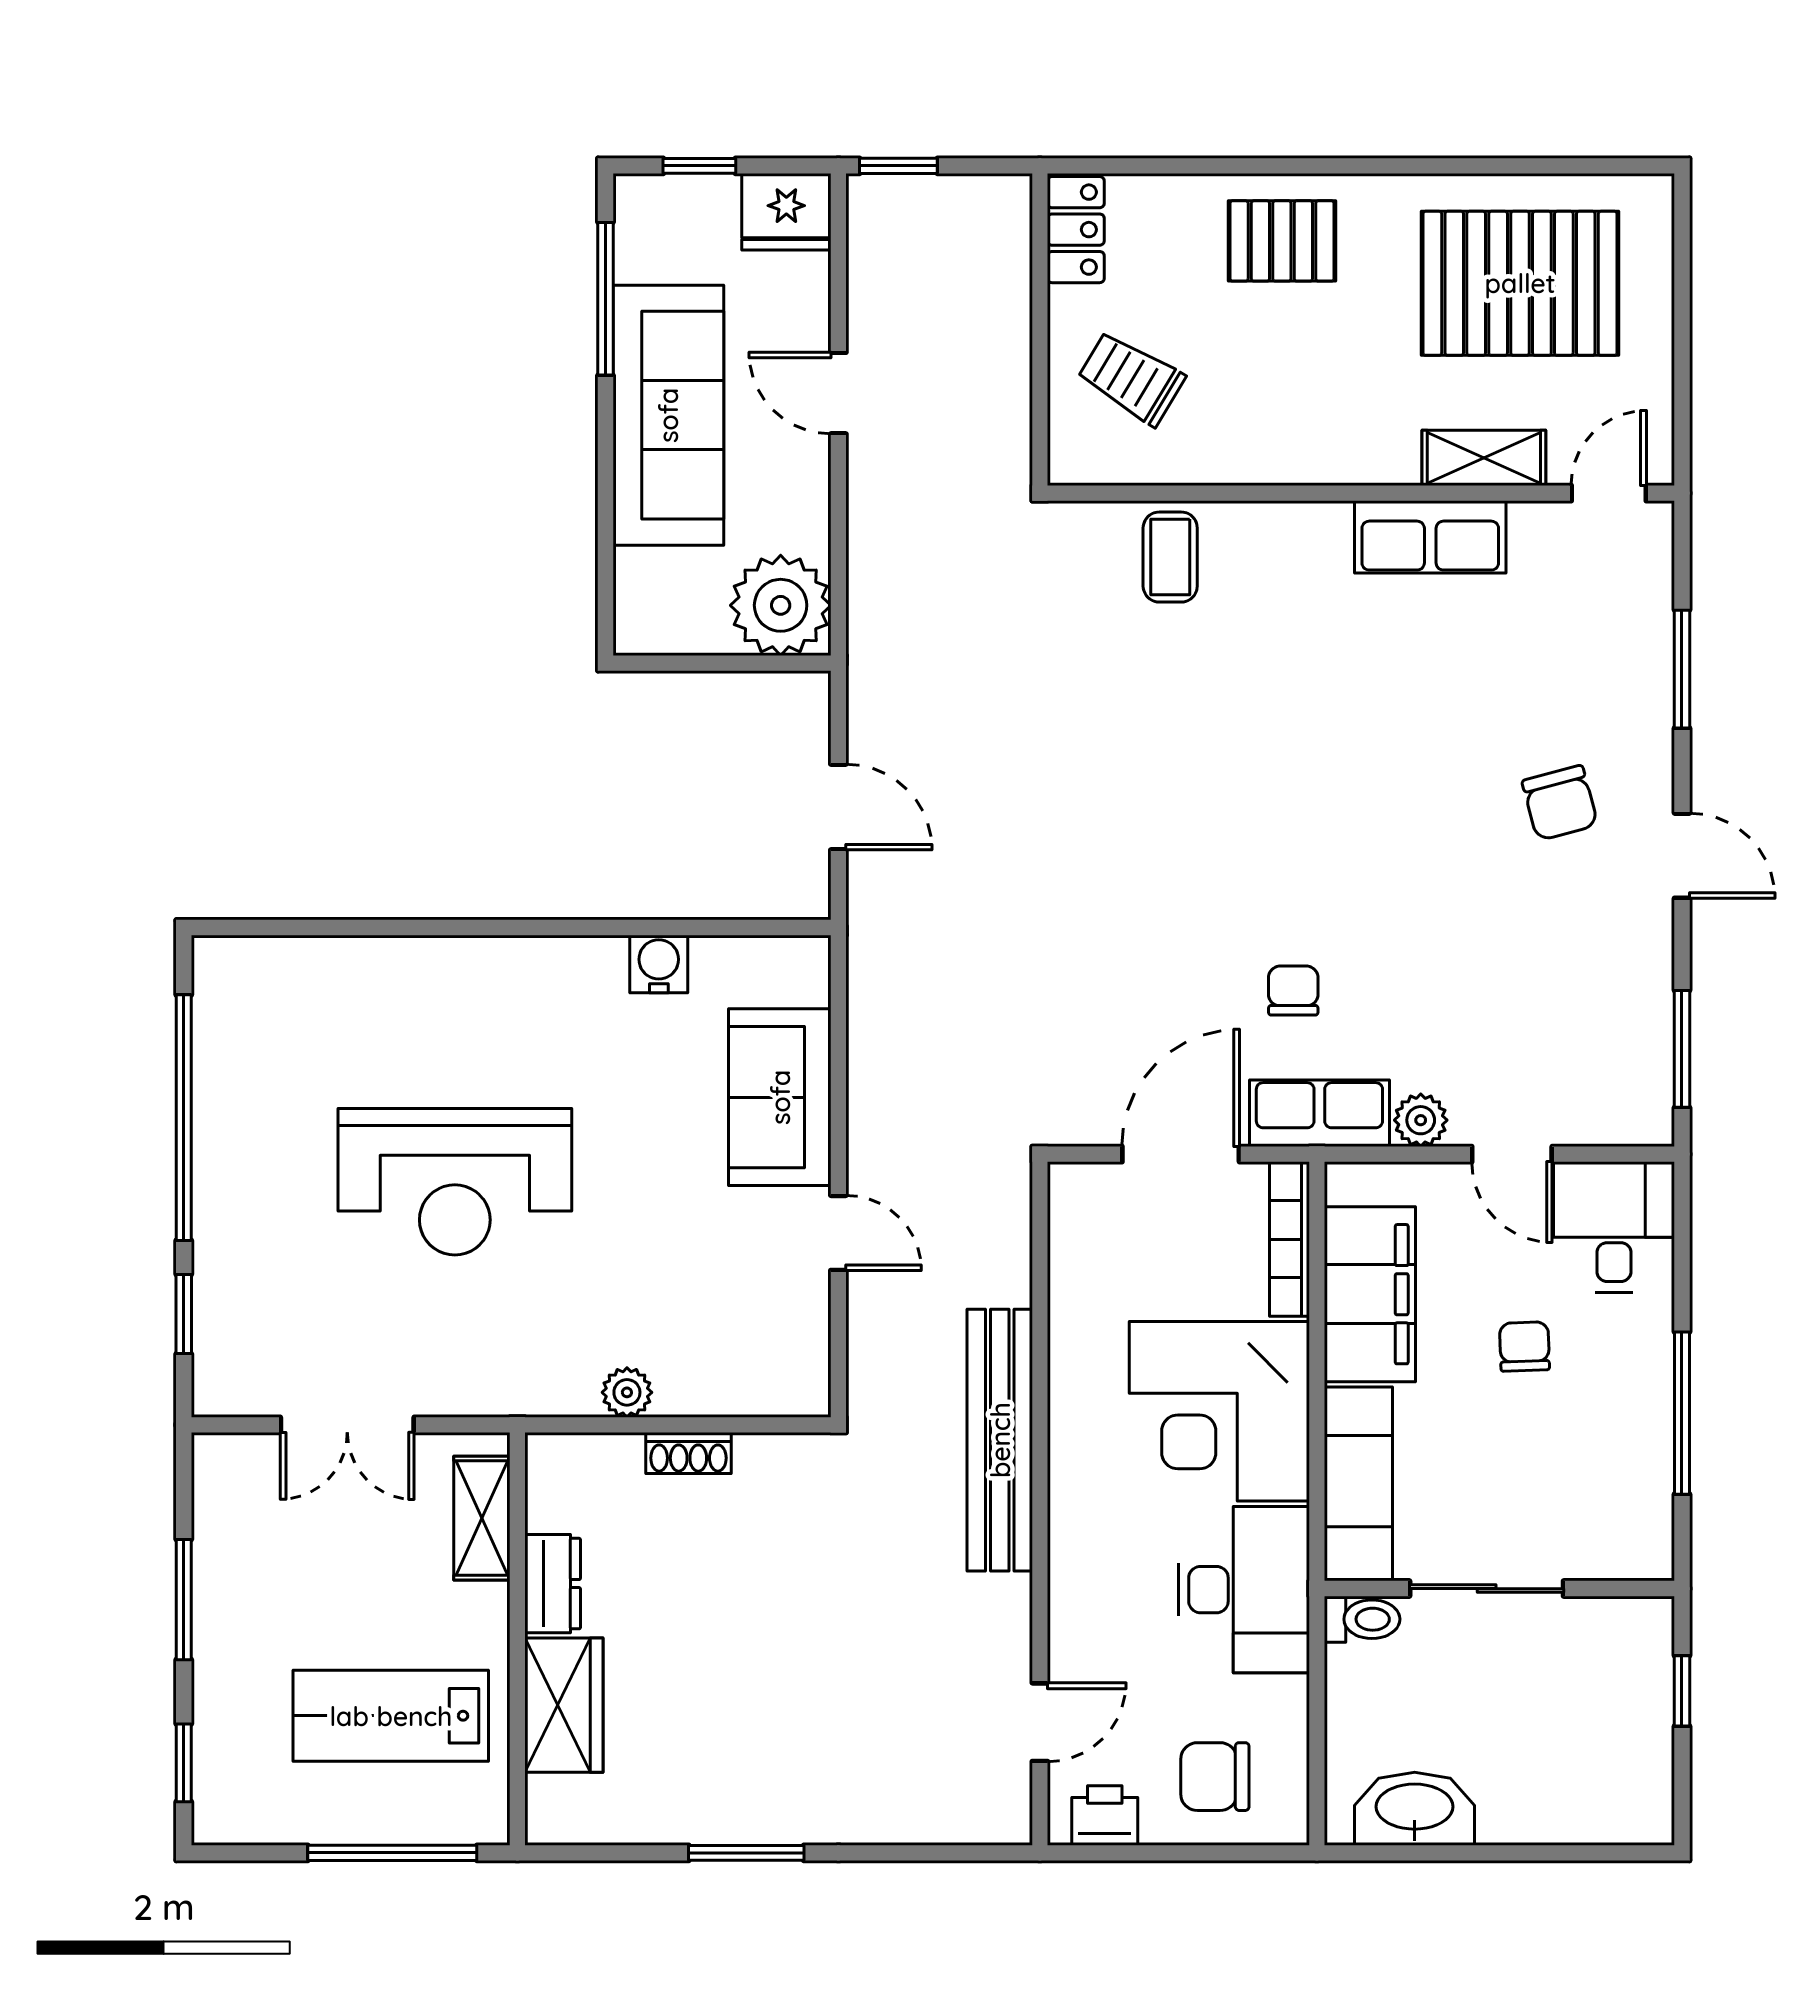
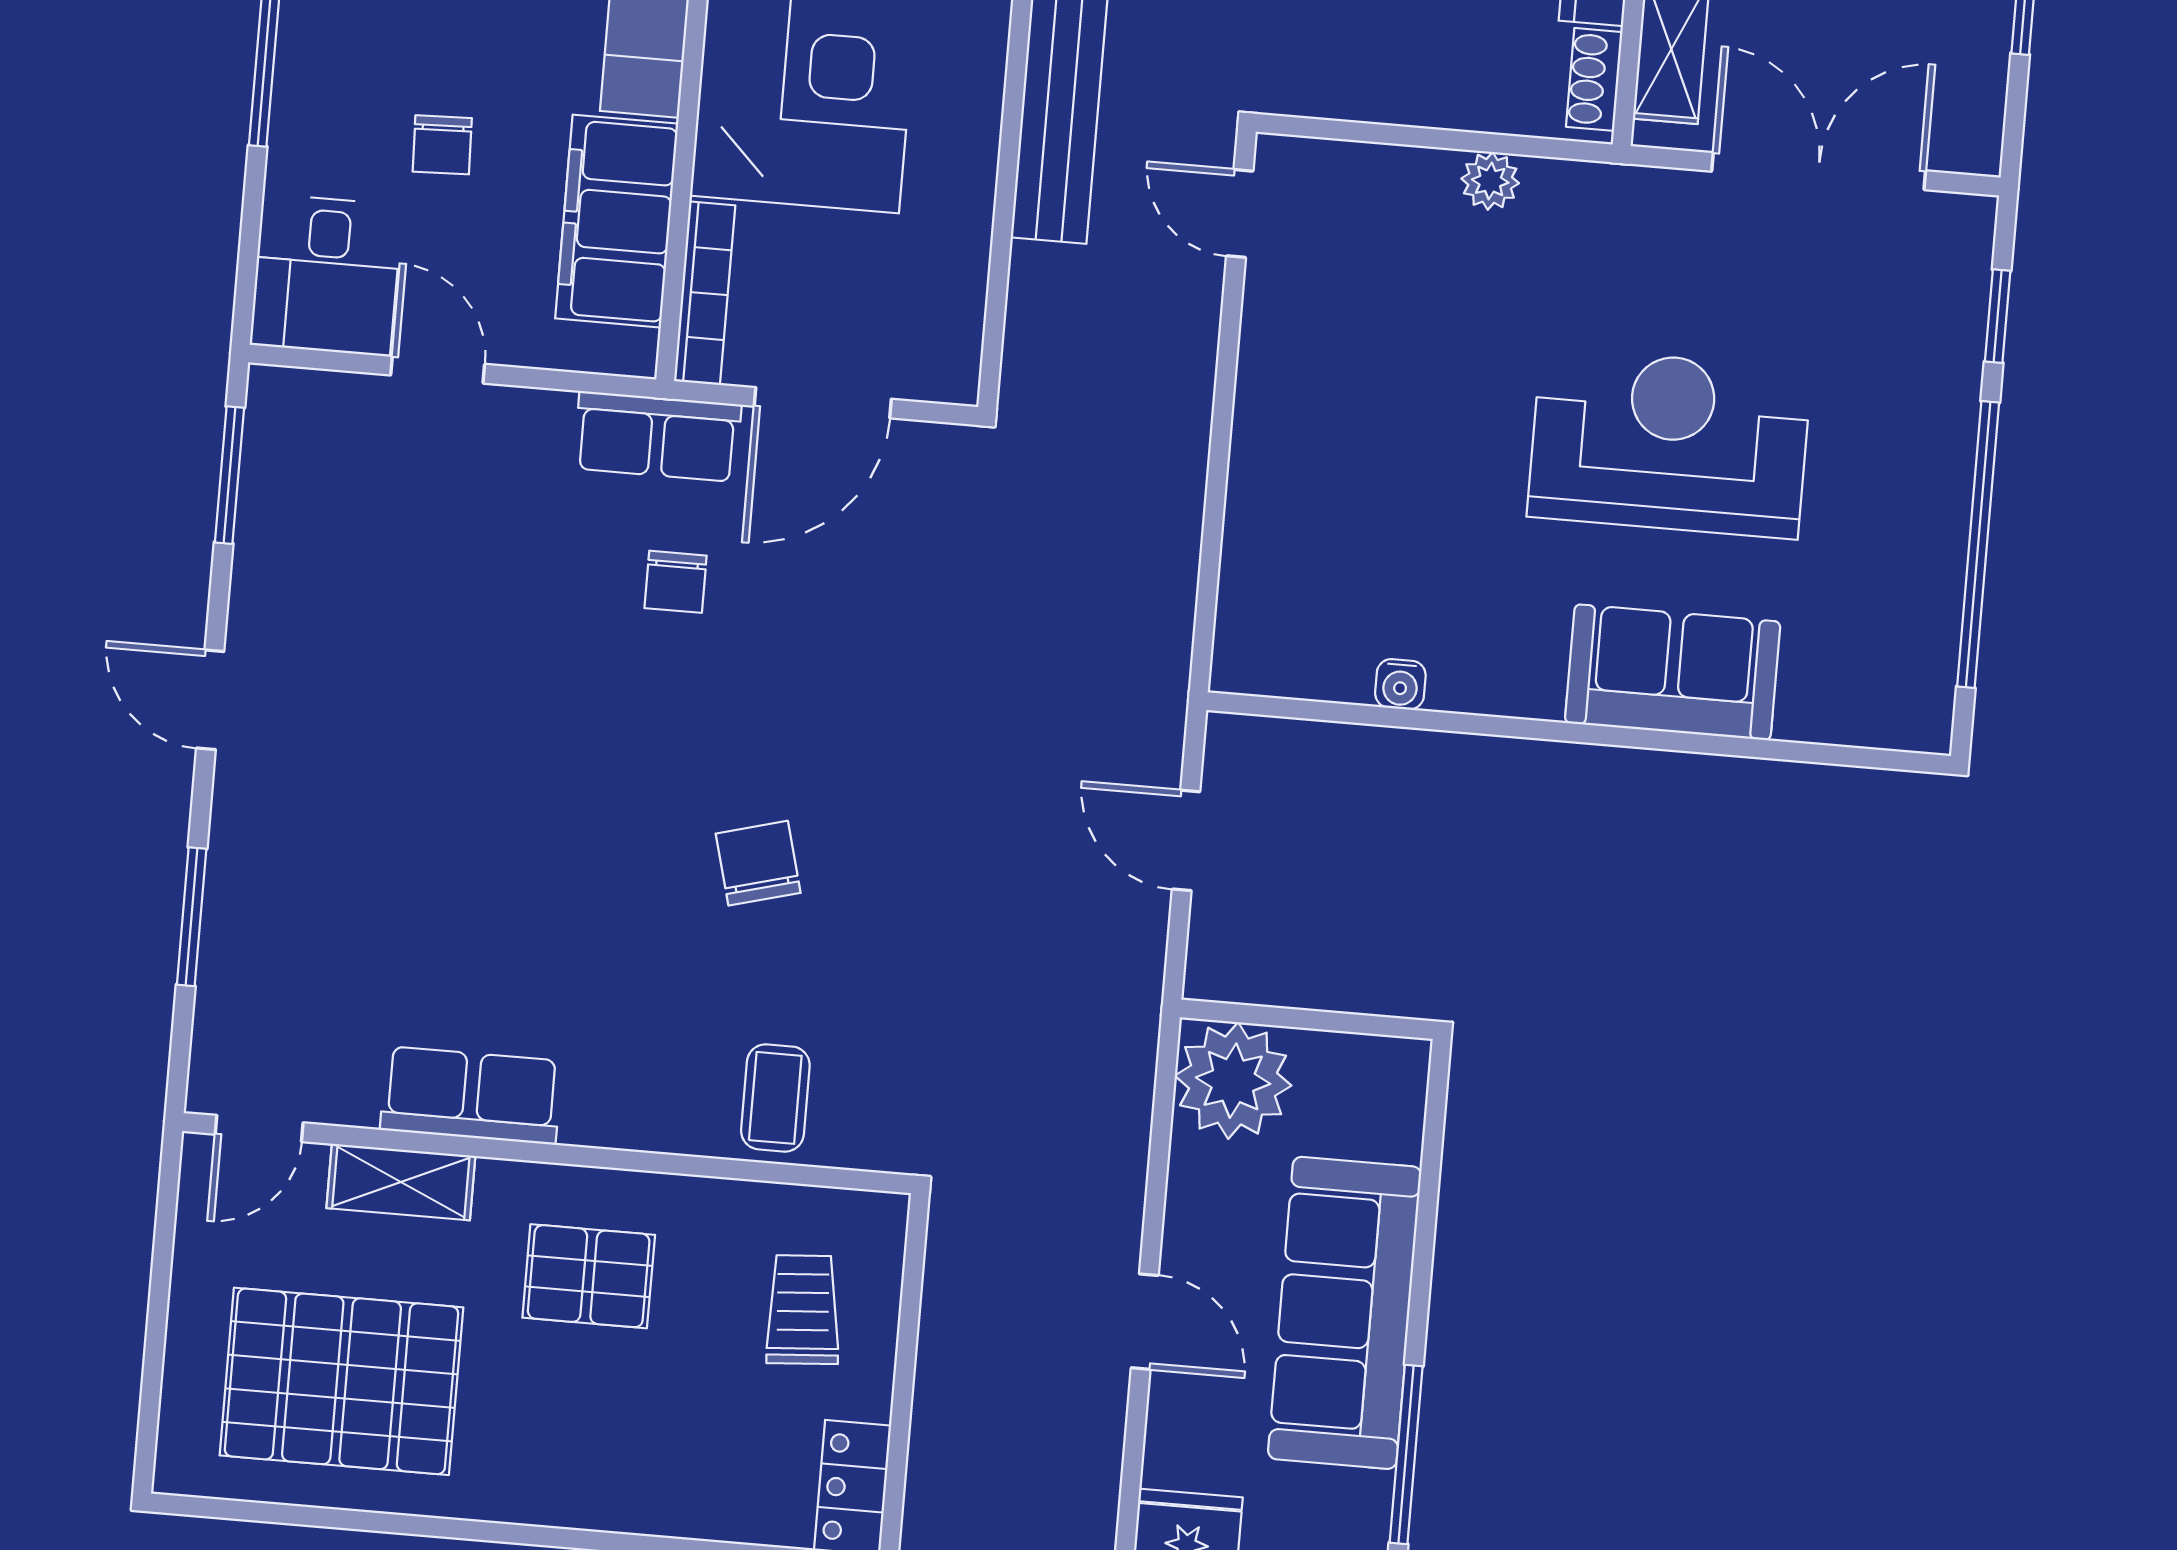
pallet: (1282, 241) -> (589, 1276), moved
trolley: (1131, 378) -> (803, 1310), turned -125
chair: (1560, 803) -> (758, 863), moved
water cooler: (659, 964) -> (1400, 684), width x0.72, depth x0.72
sofa: (780, 1097) -> (1673, 672), moved, turned -90
plant: (1421, 1120) -> (540, 418), removed
door: (838, 1233) -> (1240, 213), moved
double door: (347, 1425) -> (1819, 171), width x1.37
shoe rack: (688, 1453) -> (1594, 79), moved, turned -90

